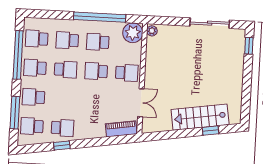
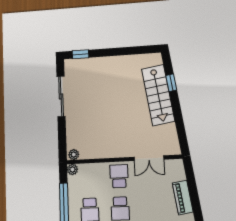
plant: (133, 33) -> (72, 169), width x0.53, depth x0.53
double door: (141, 103) -> (149, 158), swing flipped
piano: (121, 129) -> (183, 198), moved

